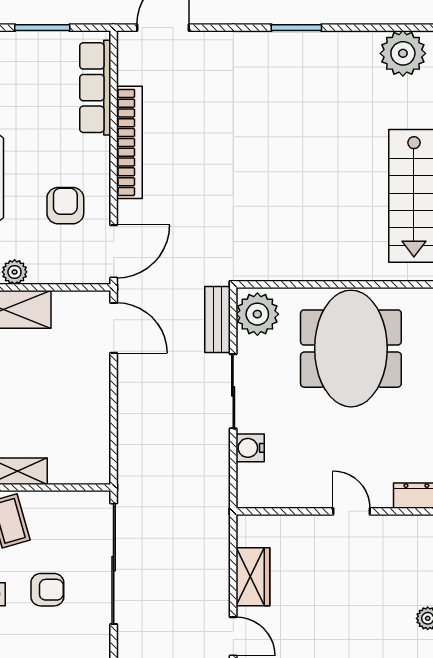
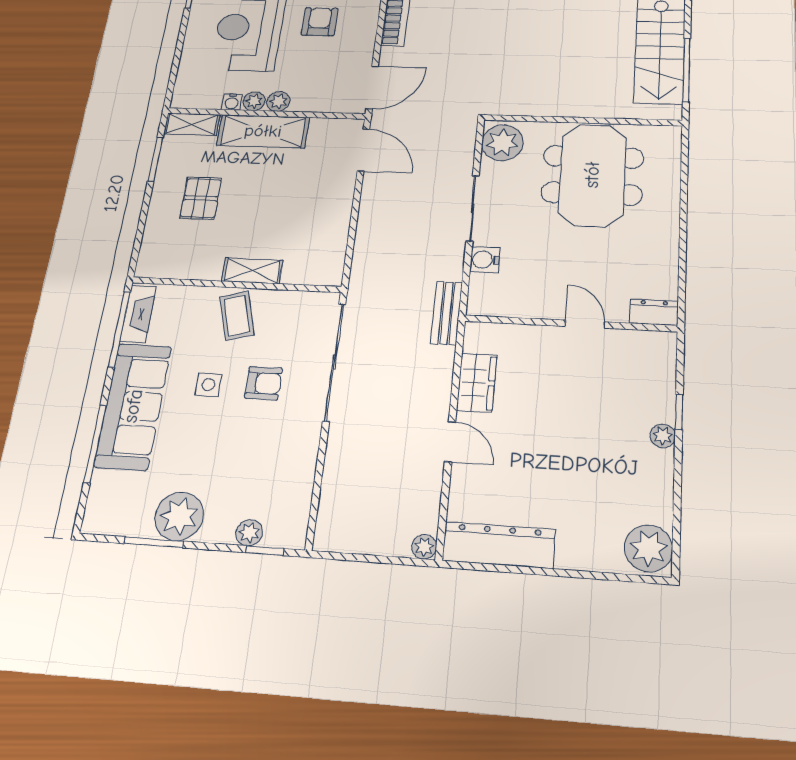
armchair: (65, 206) -> (320, 22), moved
bench: (217, 320) -> (446, 313), moved

